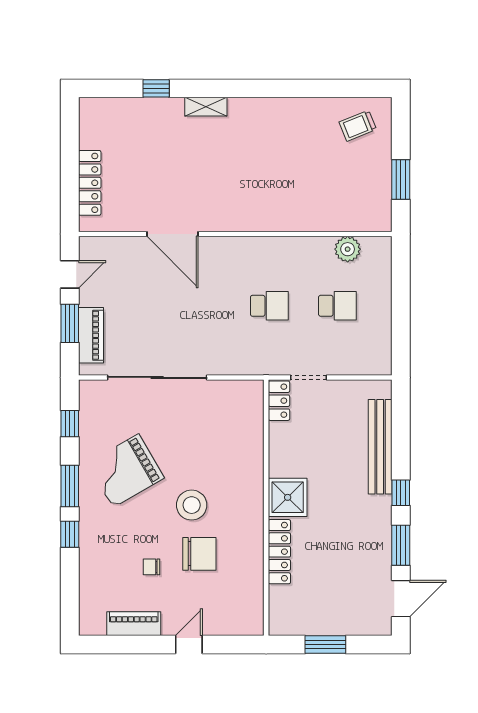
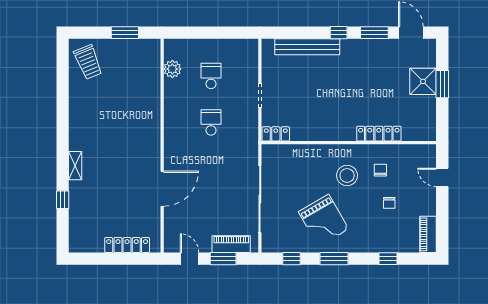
trolley: (358, 126) -> (88, 62), width x1.36, depth x1.39
locker: (279, 401) -> (276, 134), moved
shower: (288, 497) -> (423, 81), moved
wall: (266, 508) -> (349, 143), moved
window: (70, 534) -> (388, 259), moved
locker: (279, 552) -> (379, 134), moved
chair: (199, 554) -> (380, 170), width x0.54, depth x0.54
piano: (134, 624) -> (428, 234), moved

